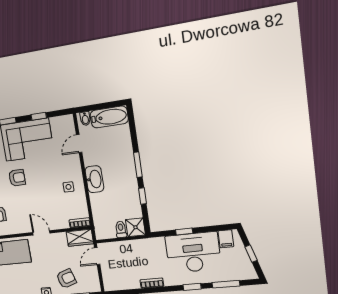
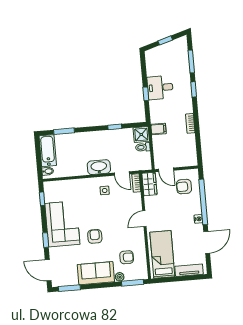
window: (39, 116) -> (42, 199), moved
door: (79, 143) -> (122, 174), moved
window: (138, 165) -> (64, 131), moved
filing cabinet: (226, 239) -> (158, 129), moved
desk: (193, 253) -> (160, 88), width x0.53, depth x0.77
armchair: (66, 279) -> (184, 187), moved, turned -72

